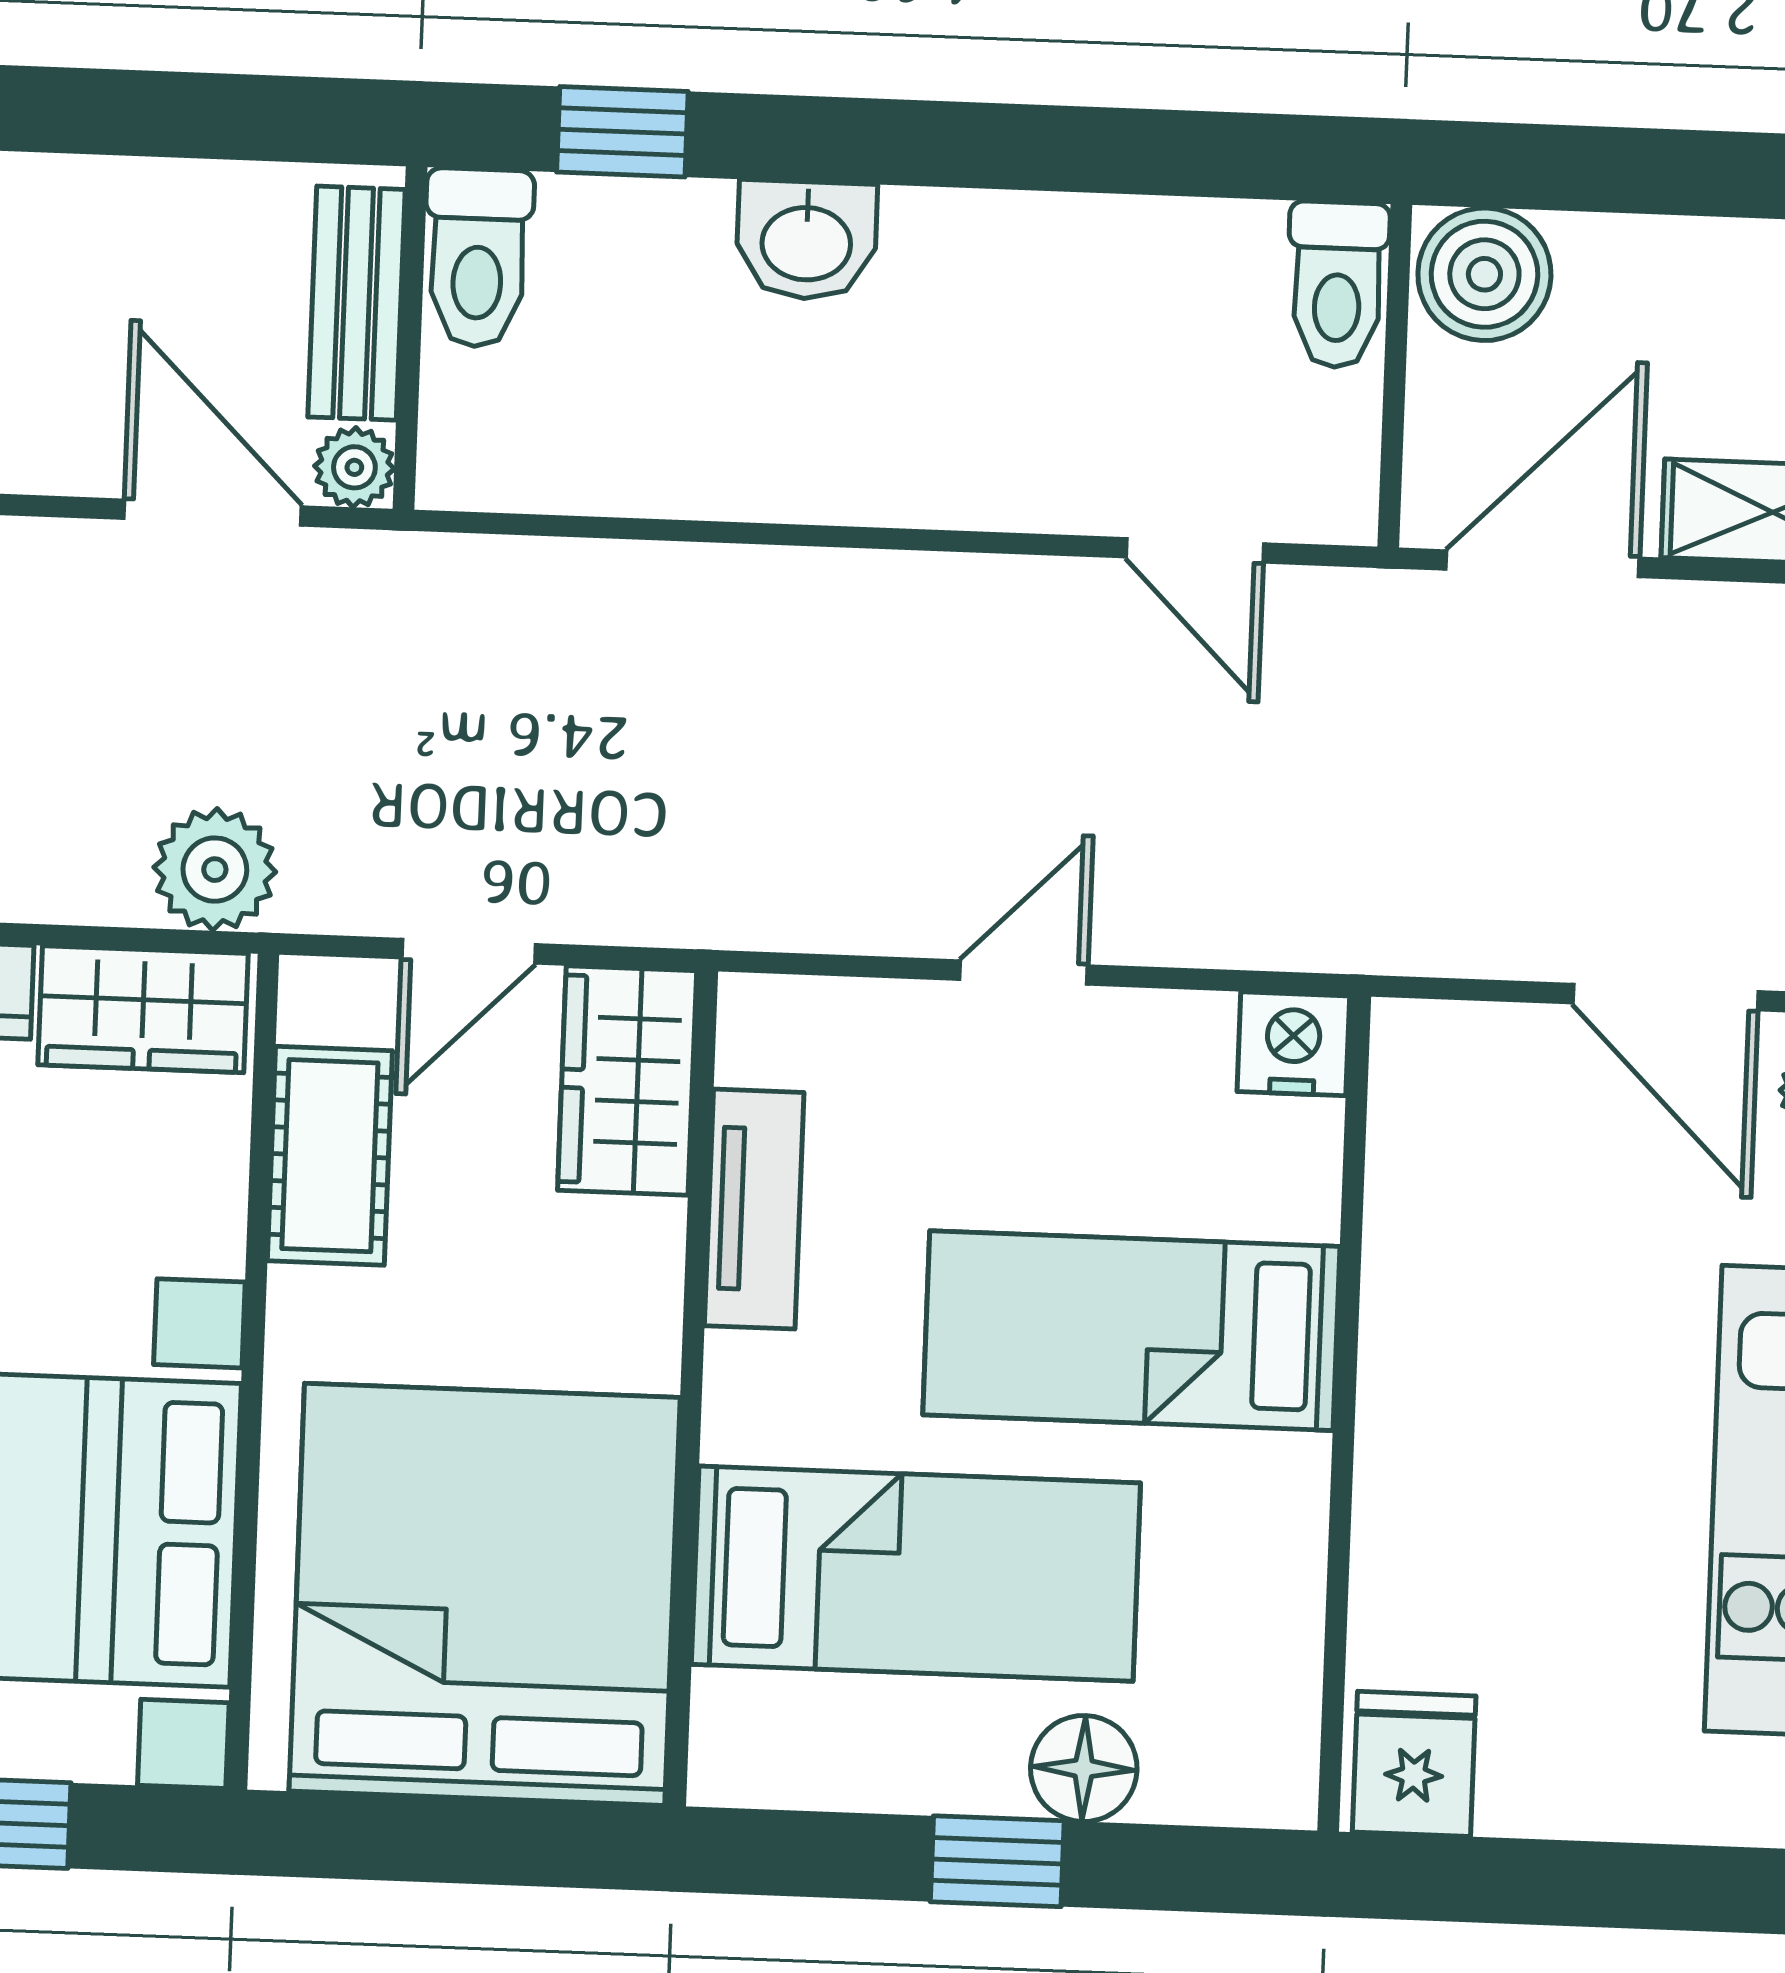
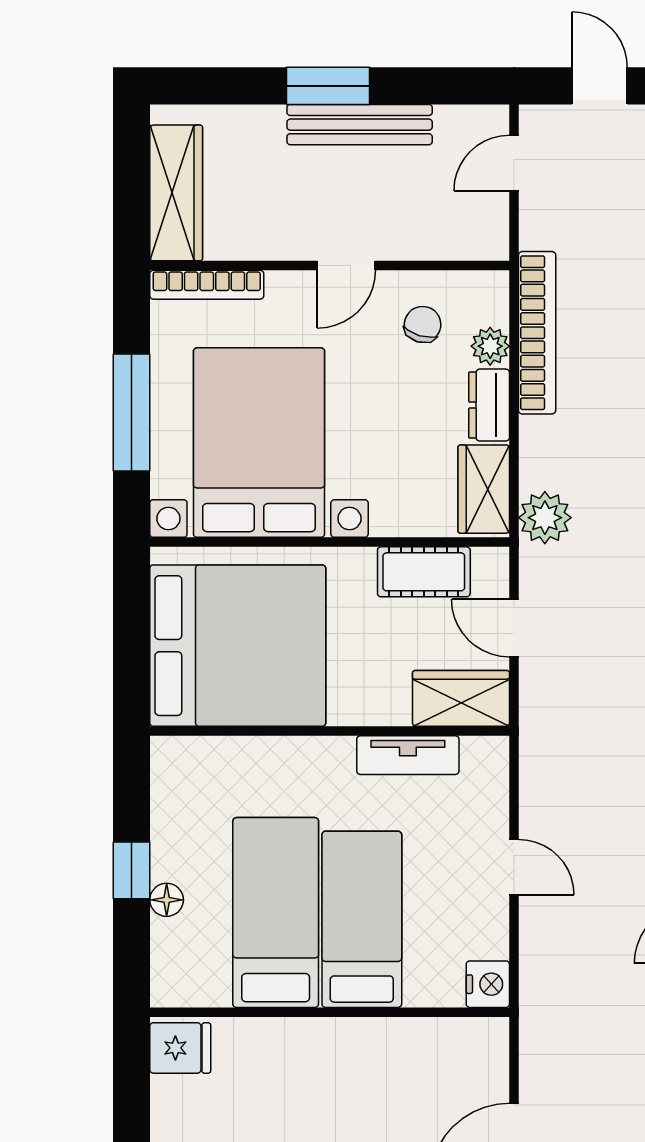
bed: (916, 1574) -> (276, 913), moved, turned 180
floor lamp: (1084, 1768) -> (167, 900), width x0.73, depth x0.73

